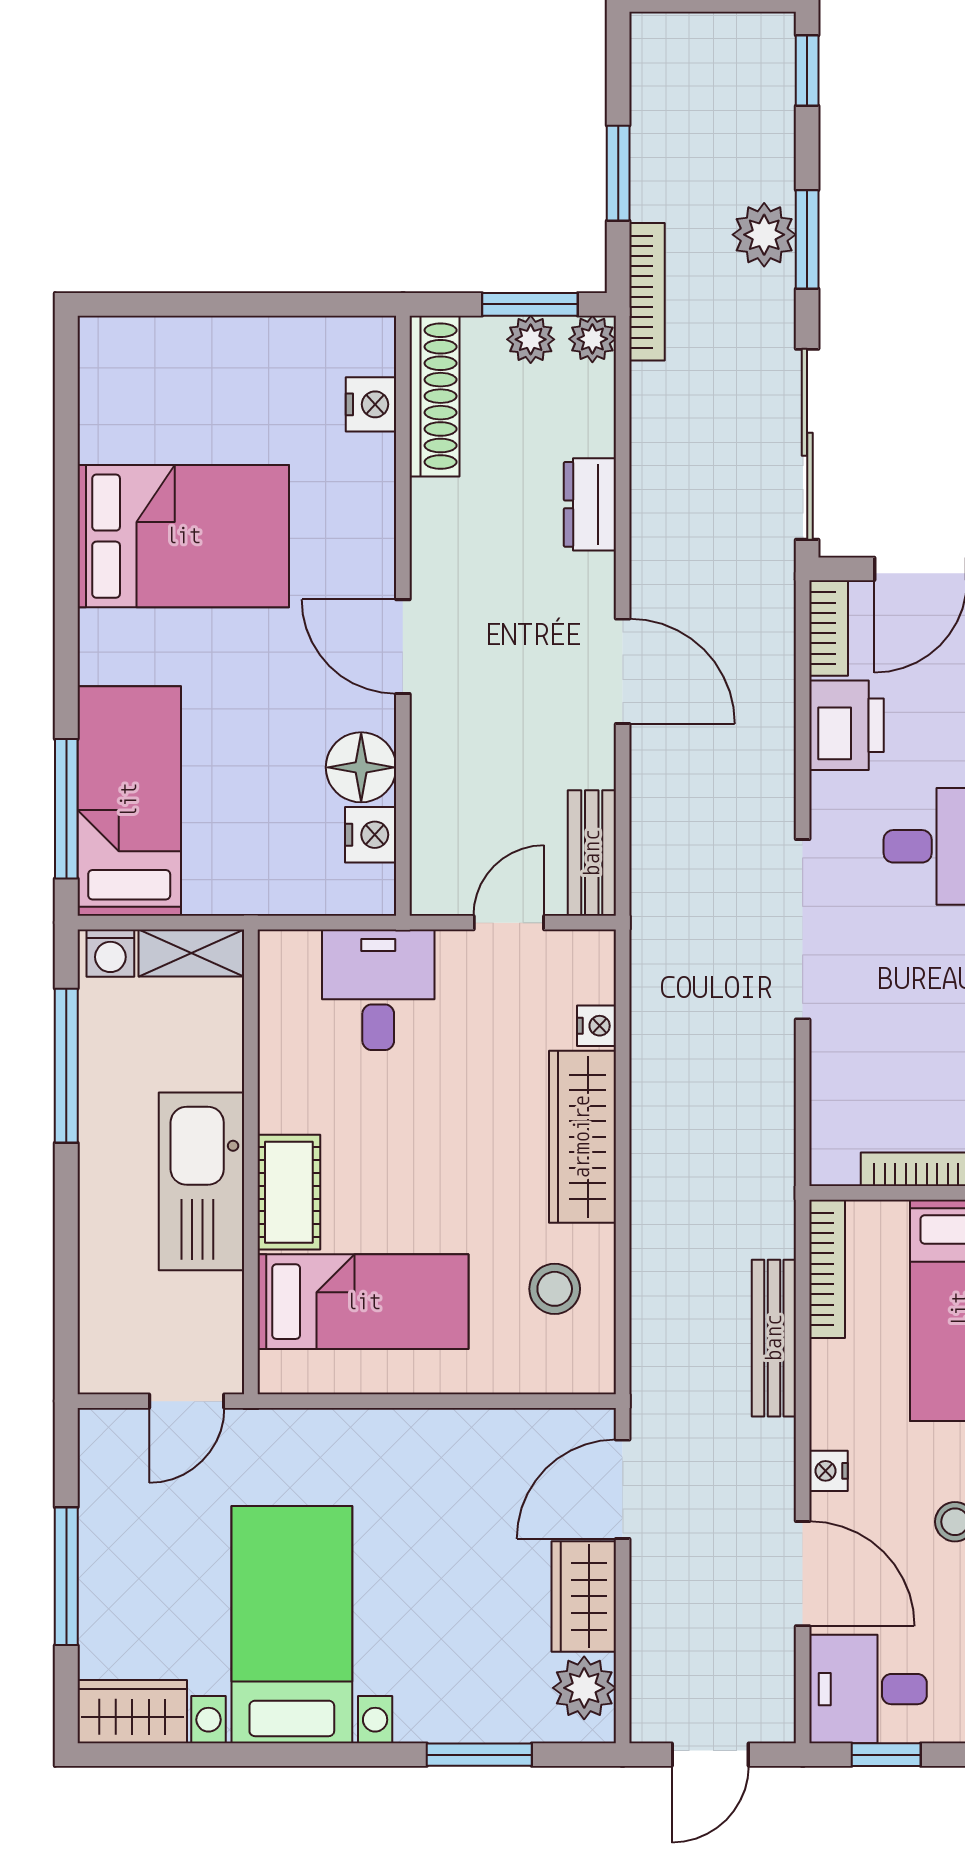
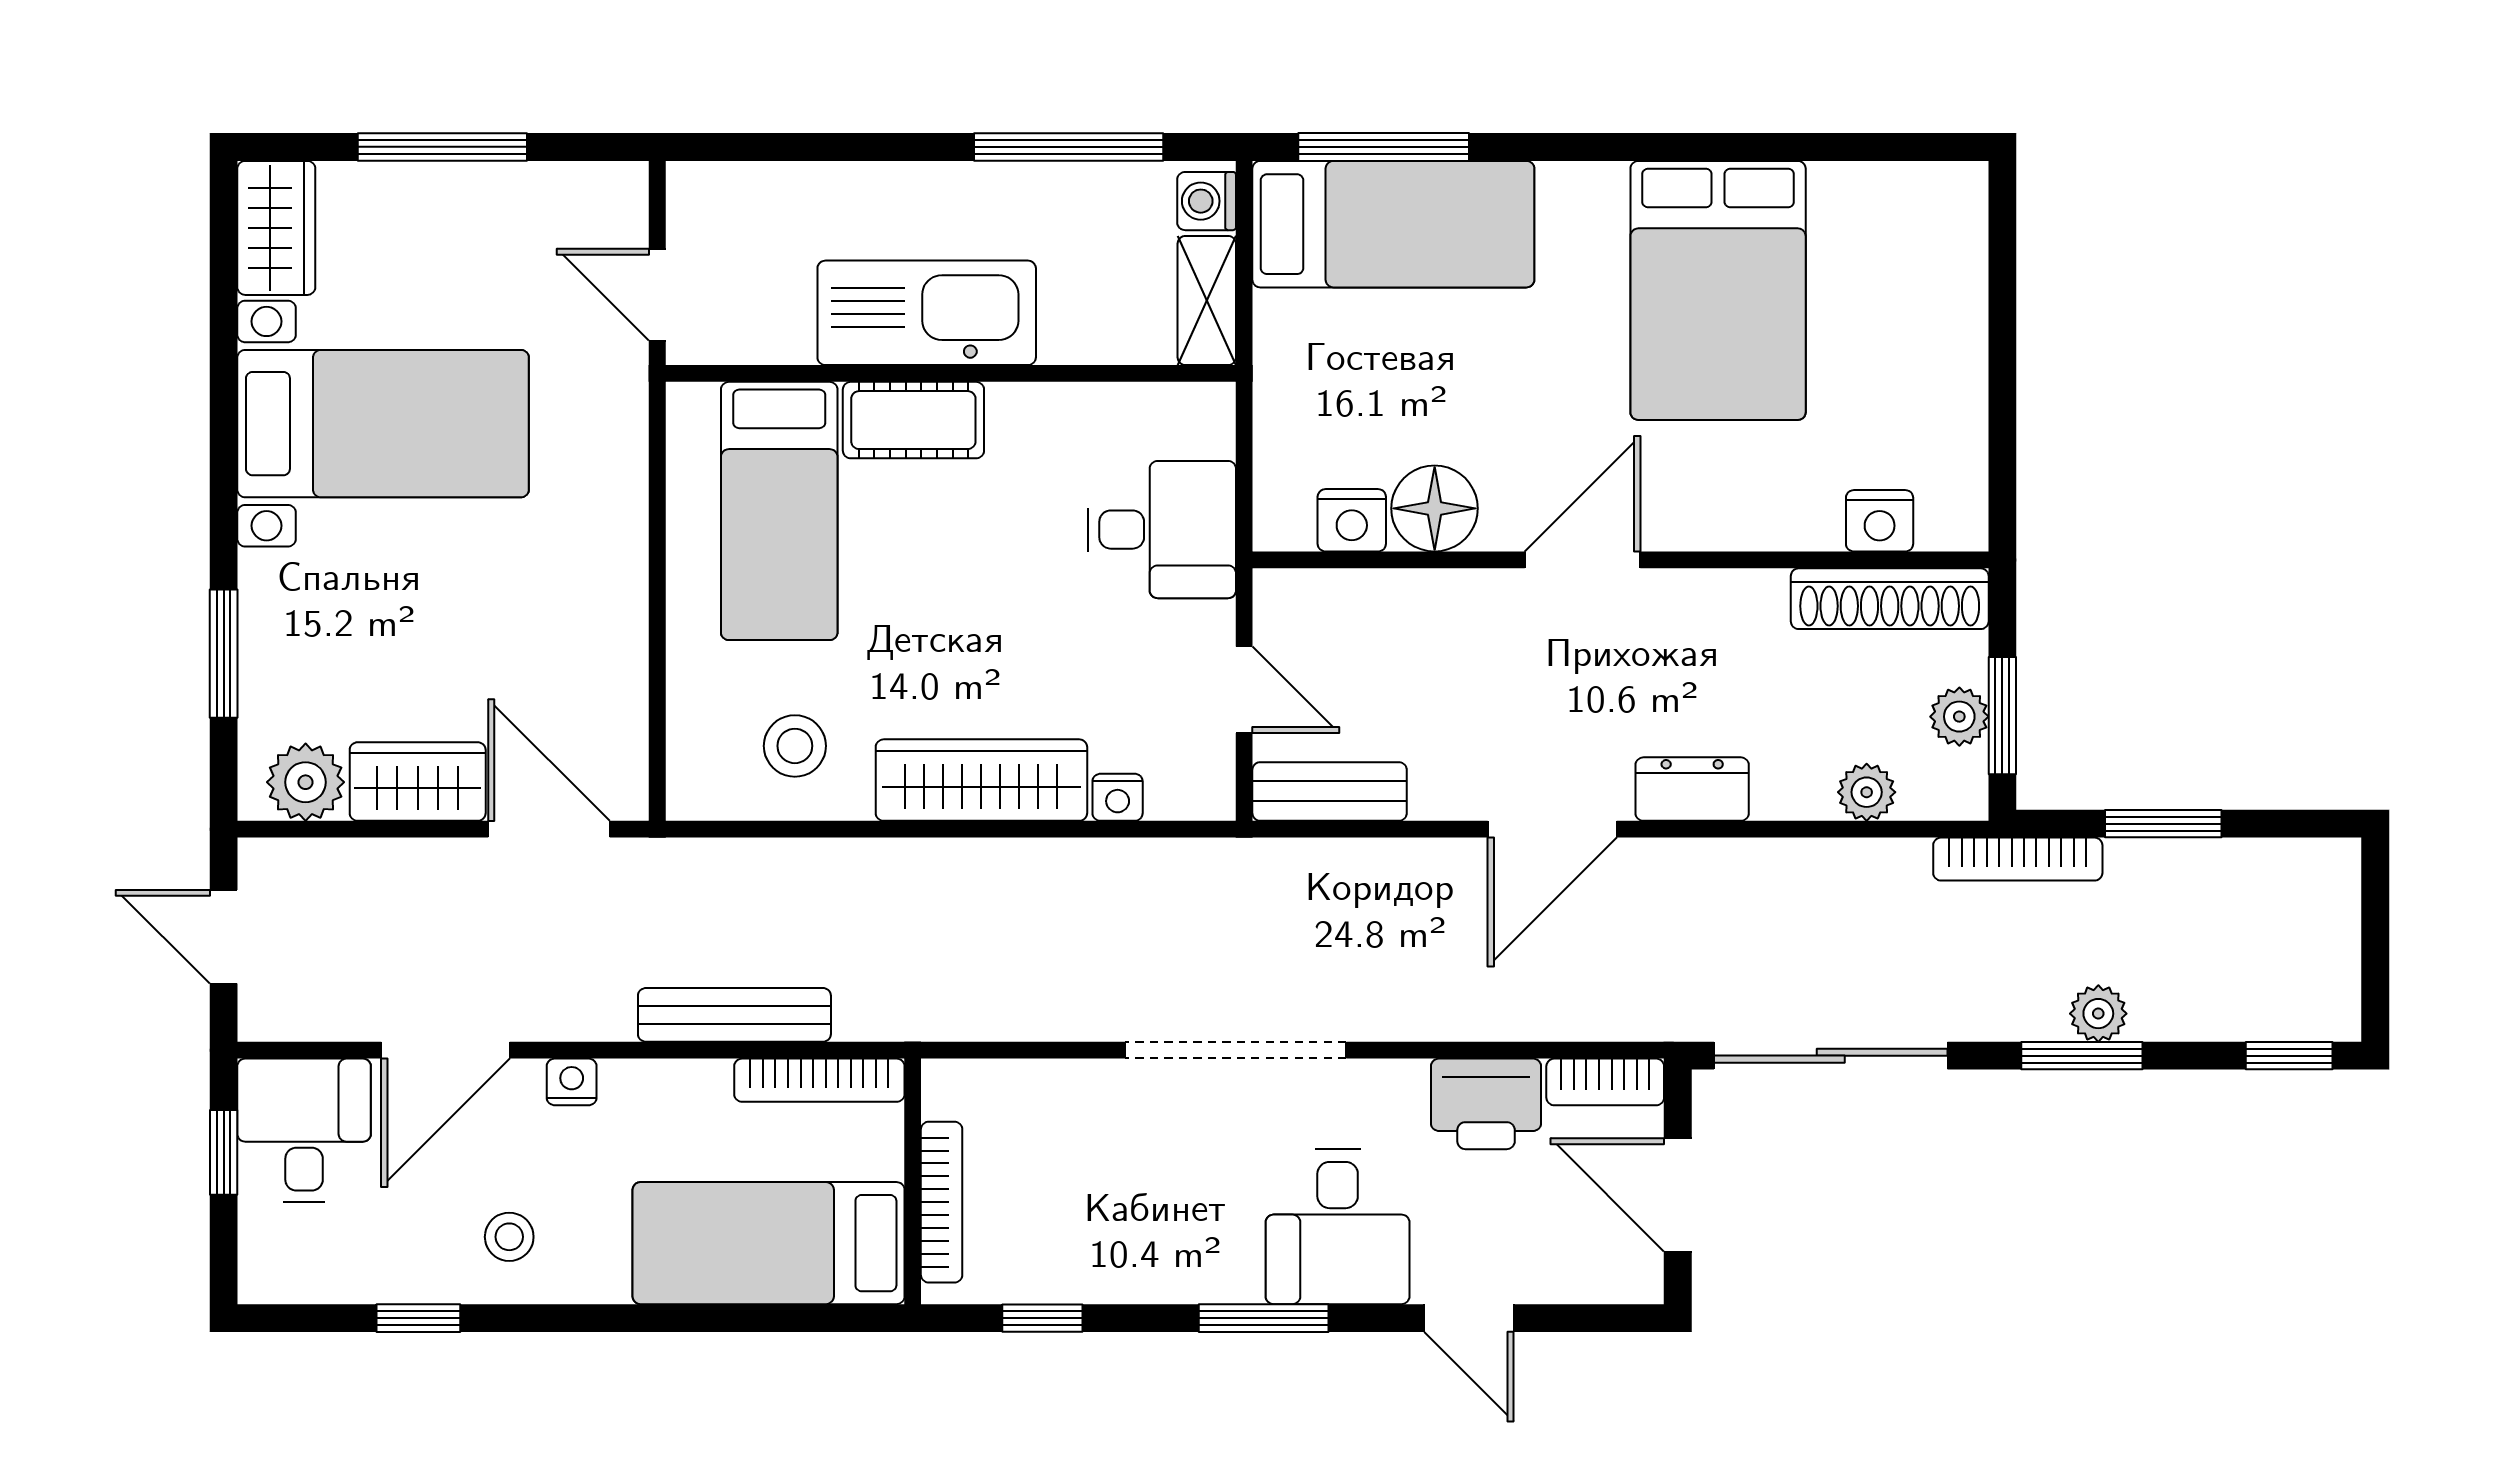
plant: (764, 235) -> (2098, 1014), width x0.73, depth x0.73
plant: (592, 339) -> (1867, 792), moved
dresser: (590, 504) -> (1692, 789), moved

